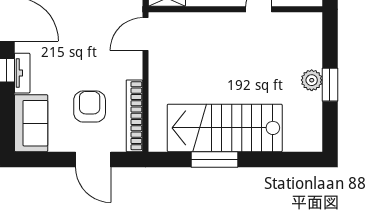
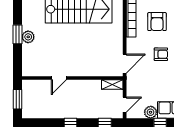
armchair: (83, 50) -> (161, 54), added

